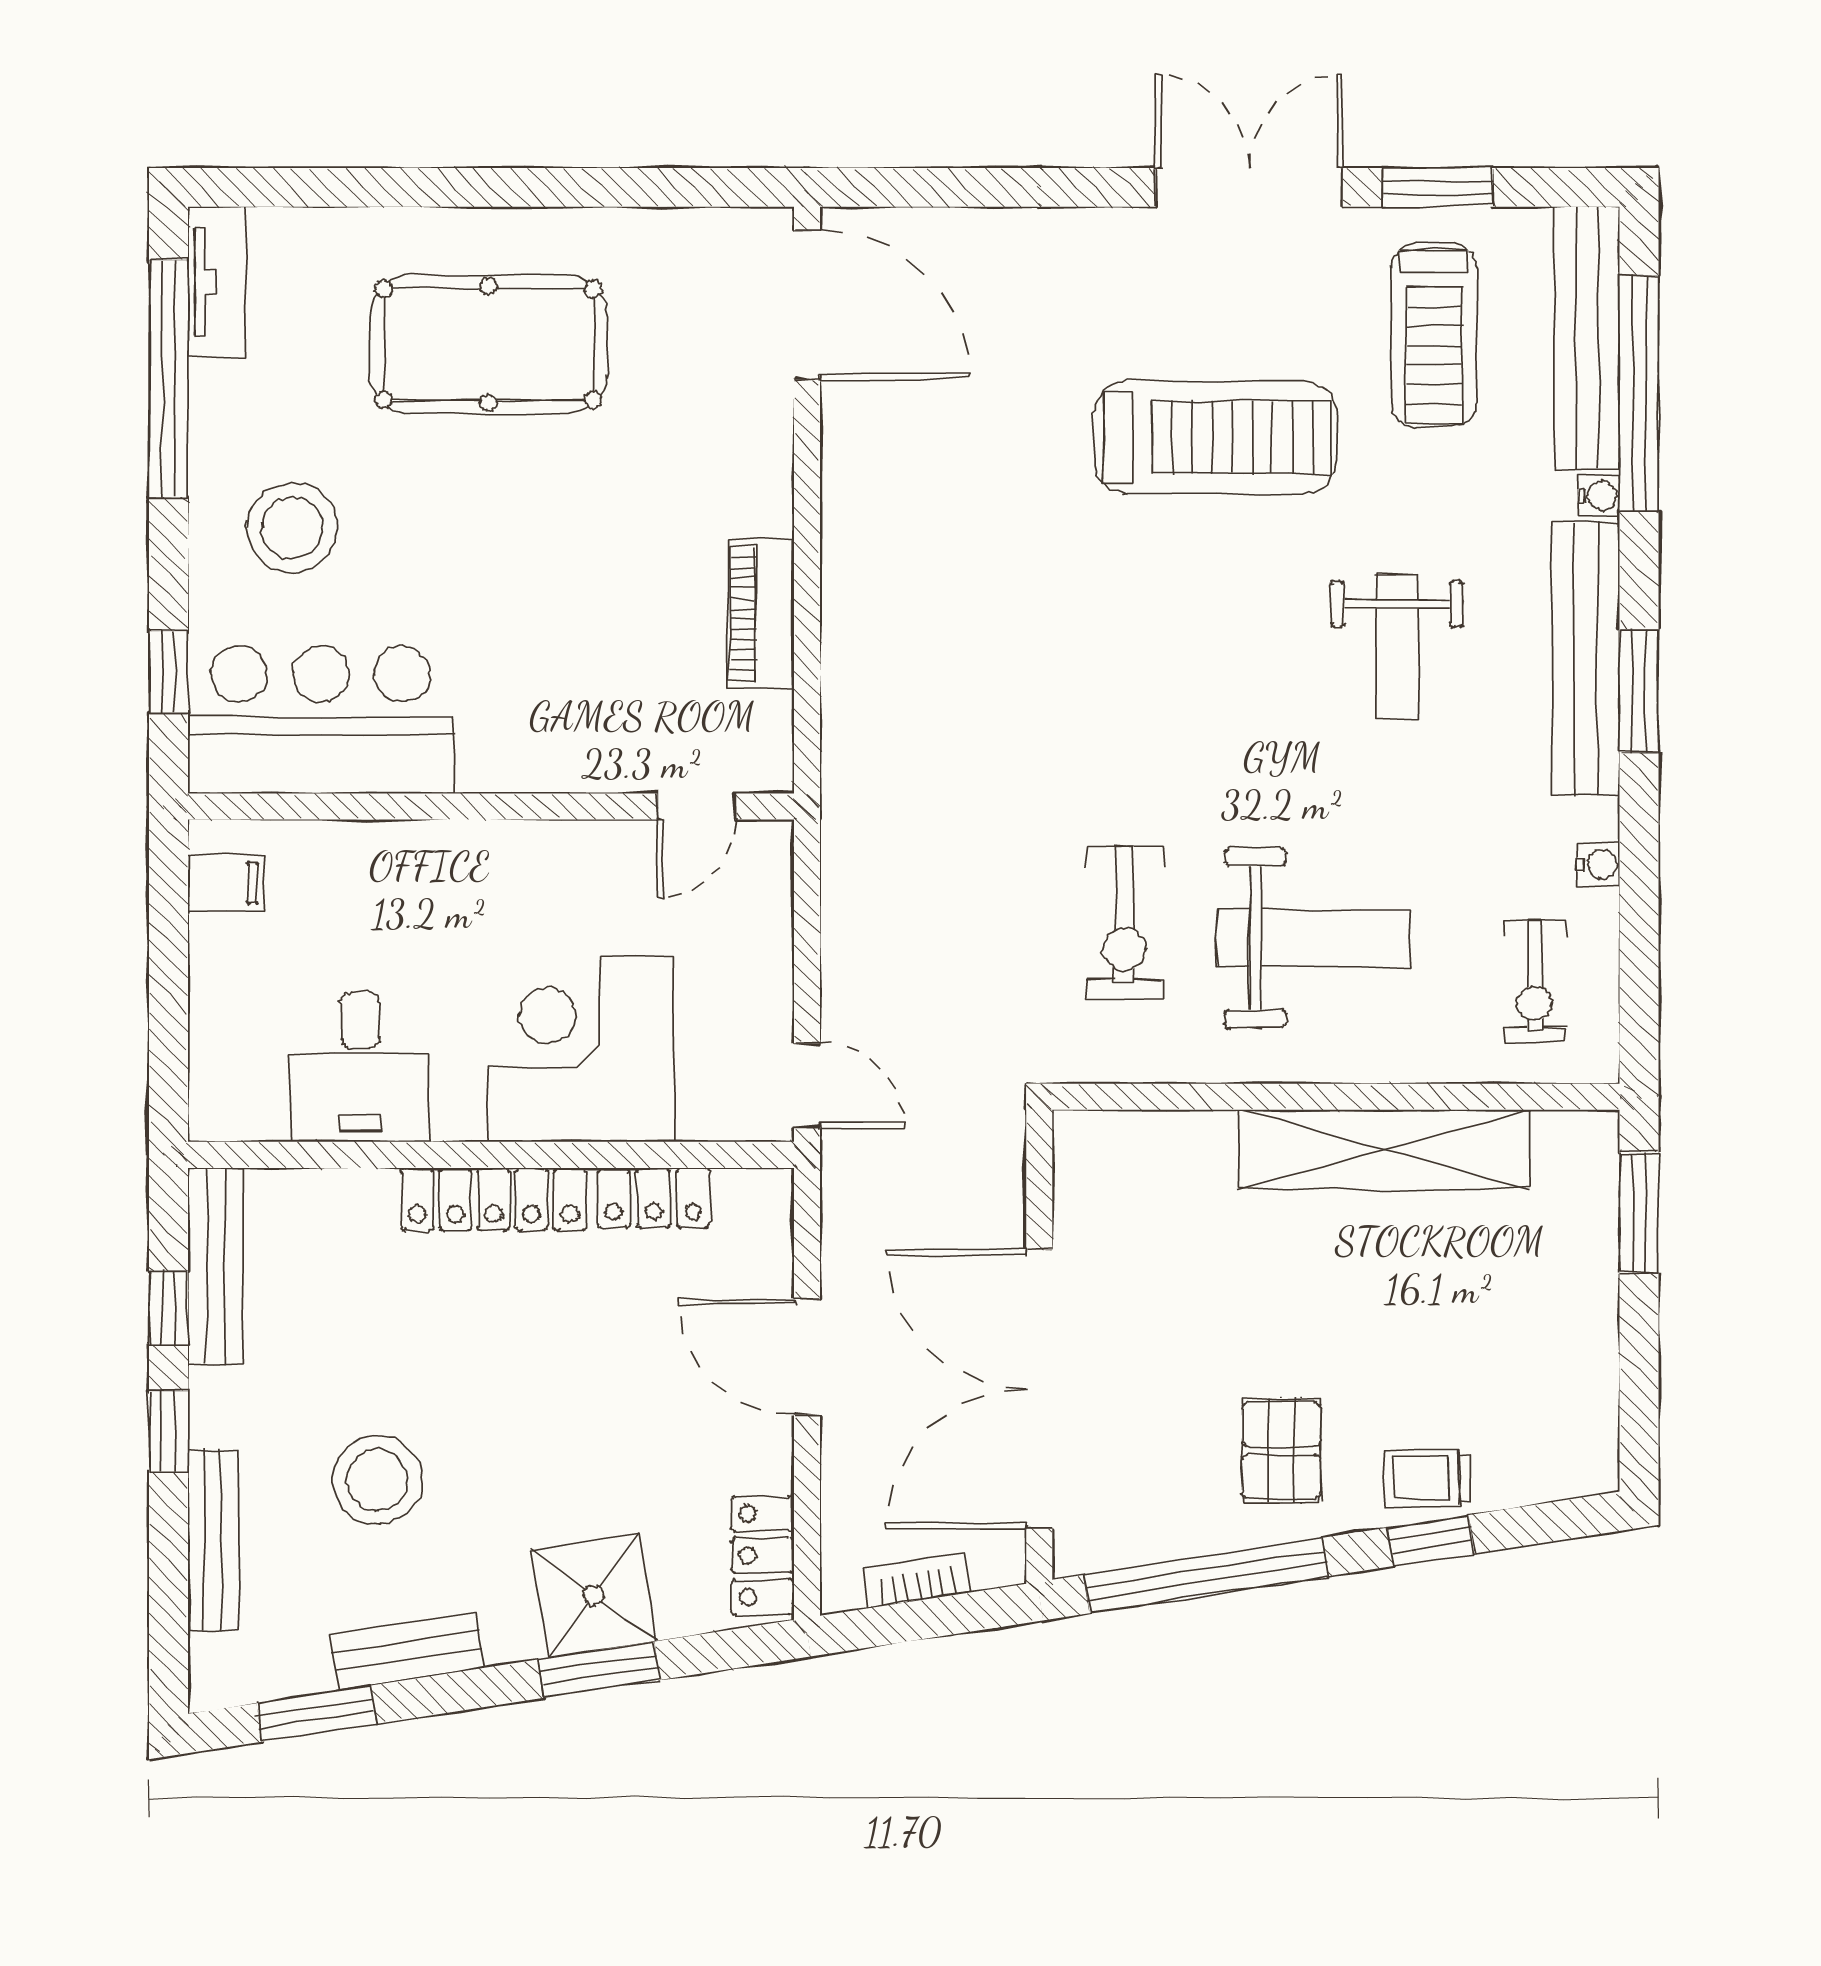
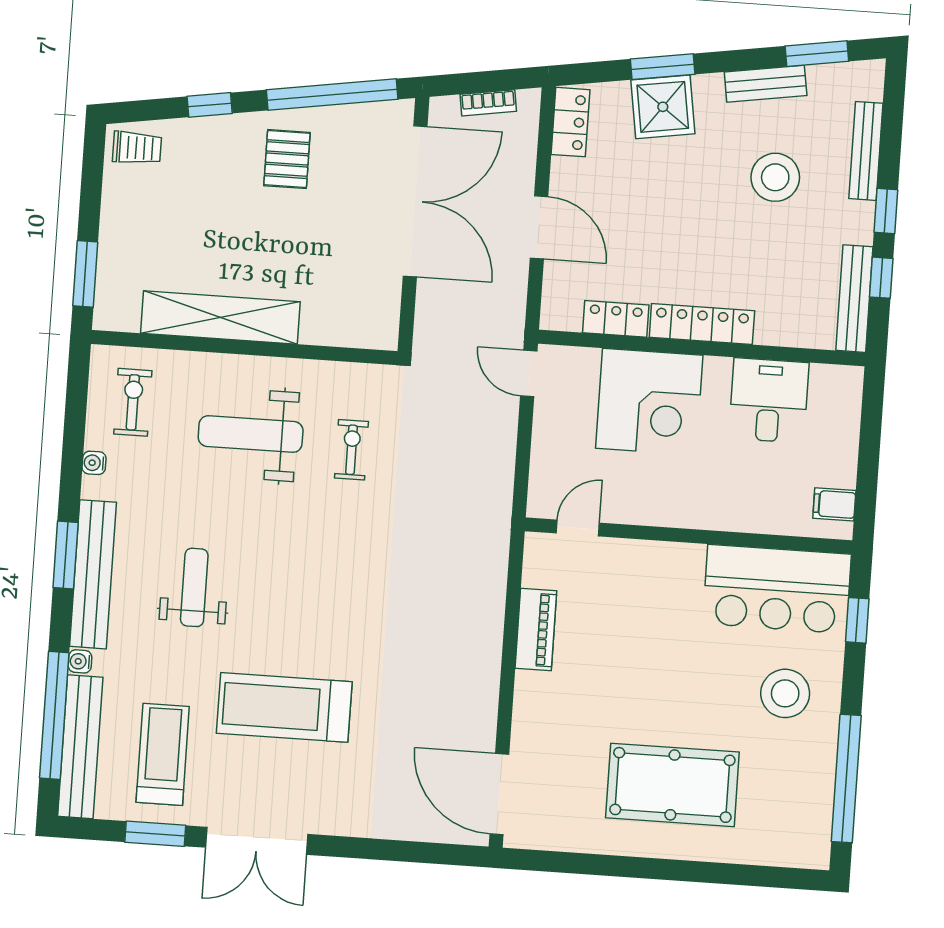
tv unit: (216, 281) -> (817, 829), removed
exercise bike: (1125, 922) -> (351, 450), width x0.73, depth x0.72
trolley: (1427, 1478) -> (137, 148), moved

